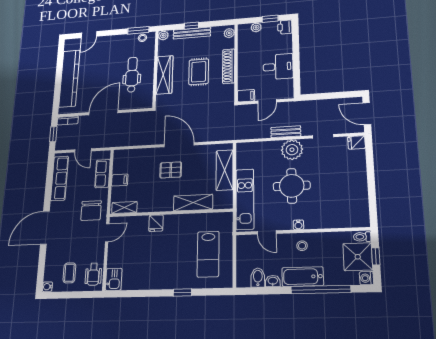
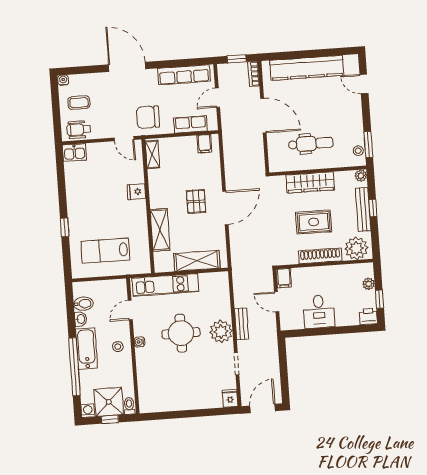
plant: (229, 33) -> (356, 248), width x1.87, depth x1.87
filing cabinet: (120, 180) -> (204, 144), moved

